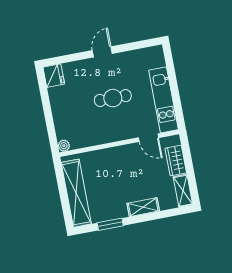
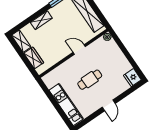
kitchen unit: (164, 100) -> (66, 105), moved
door: (148, 138) -> (79, 49), moved

